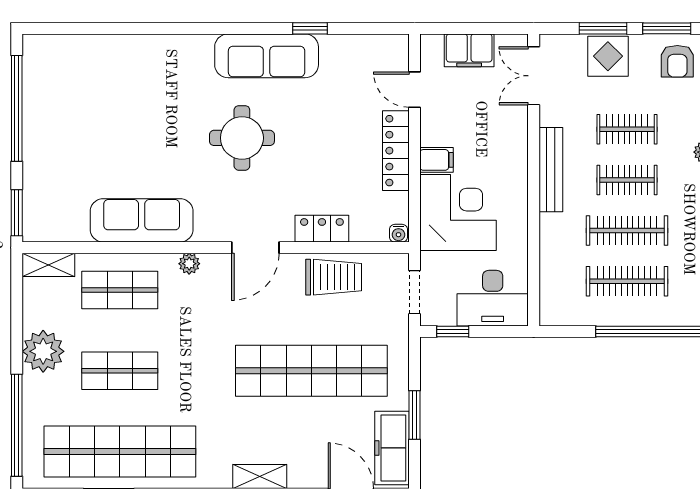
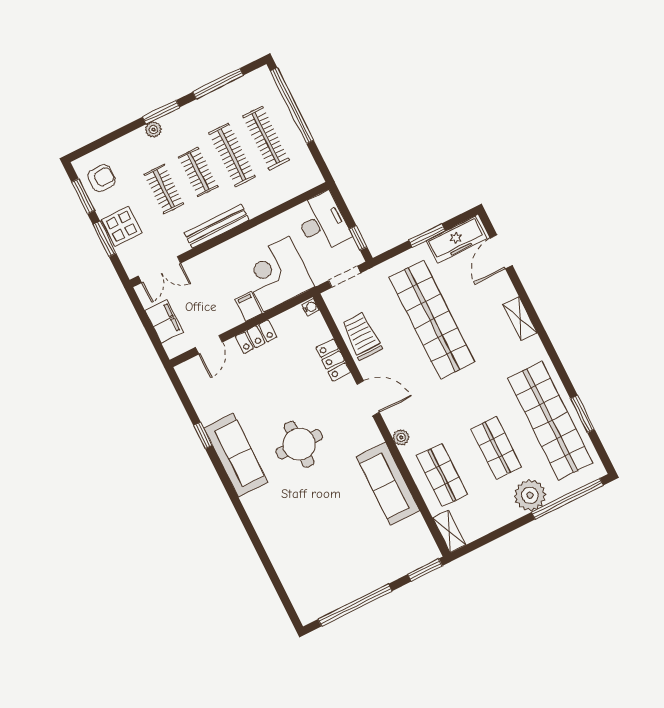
locker: (396, 151) -> (256, 337), width x0.66
plant: (43, 351) -> (530, 495), moved

